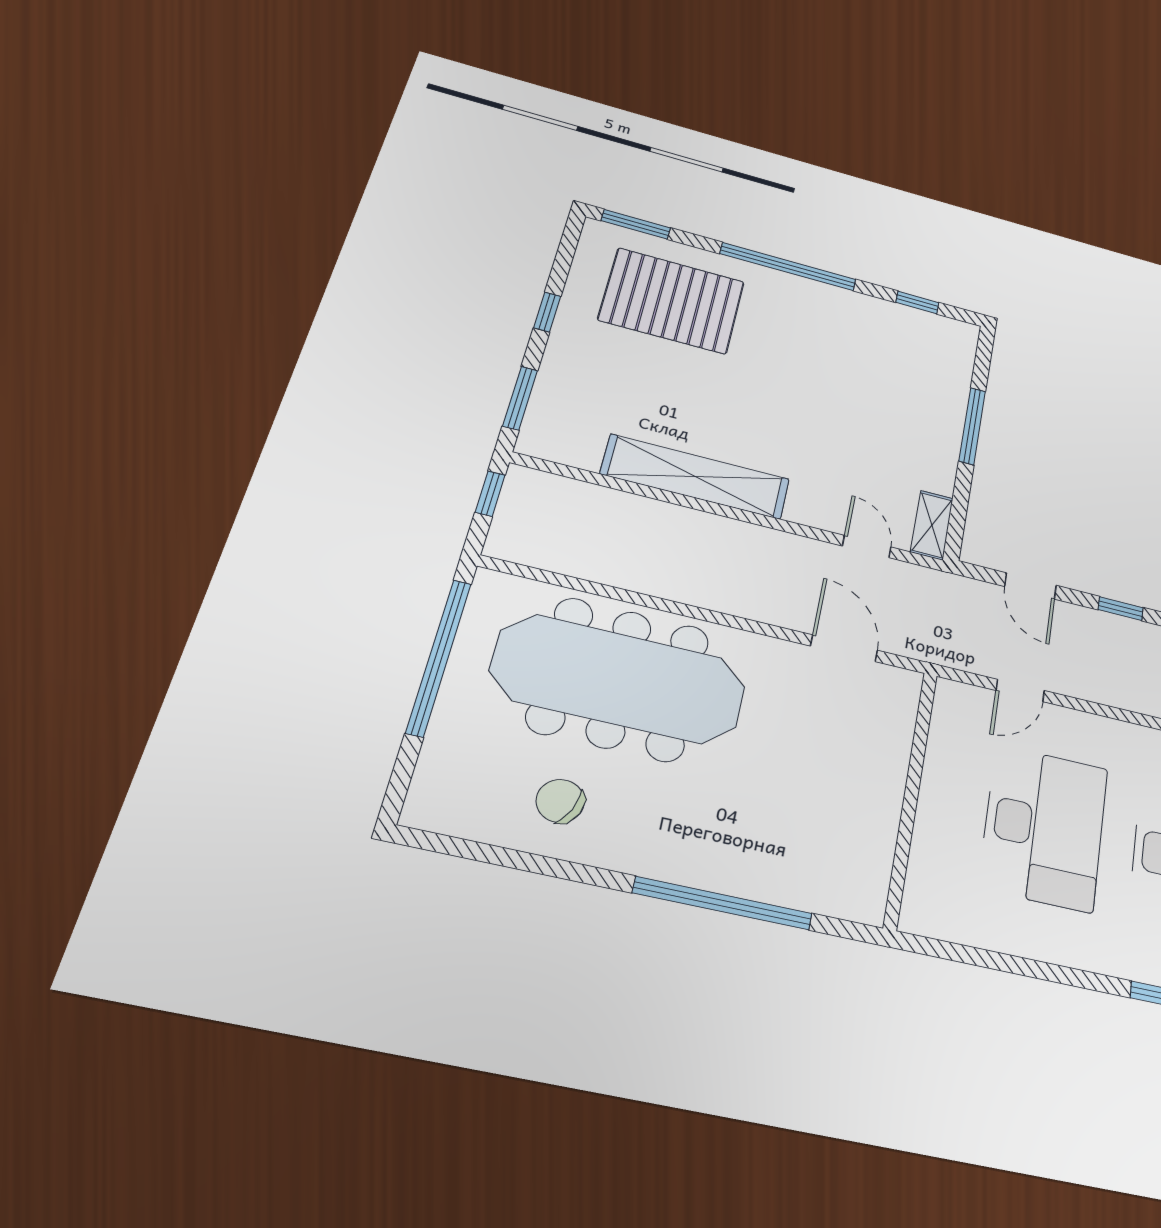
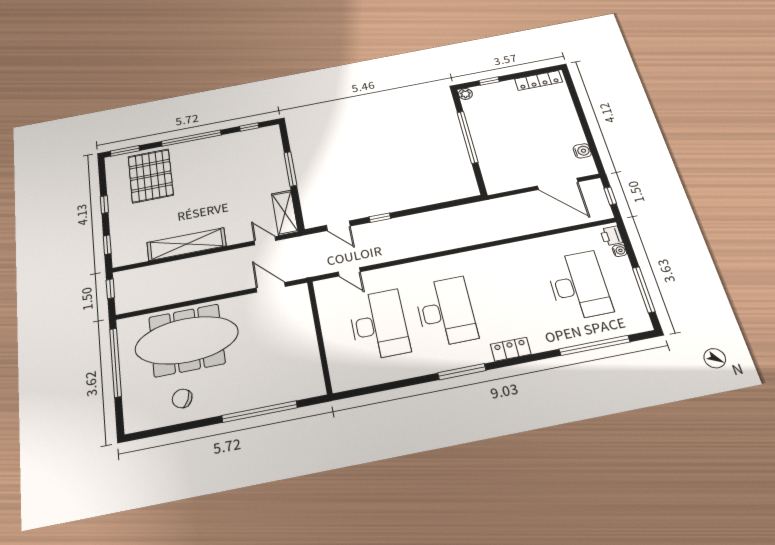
pallet: (672, 301) -> (151, 176), turned 90
window: (520, 398) -> (107, 245), width x0.67
shelving: (932, 525) -> (285, 213), width x1.50, depth x1.33
door: (1020, 691) -> (349, 272), hinge flipped

